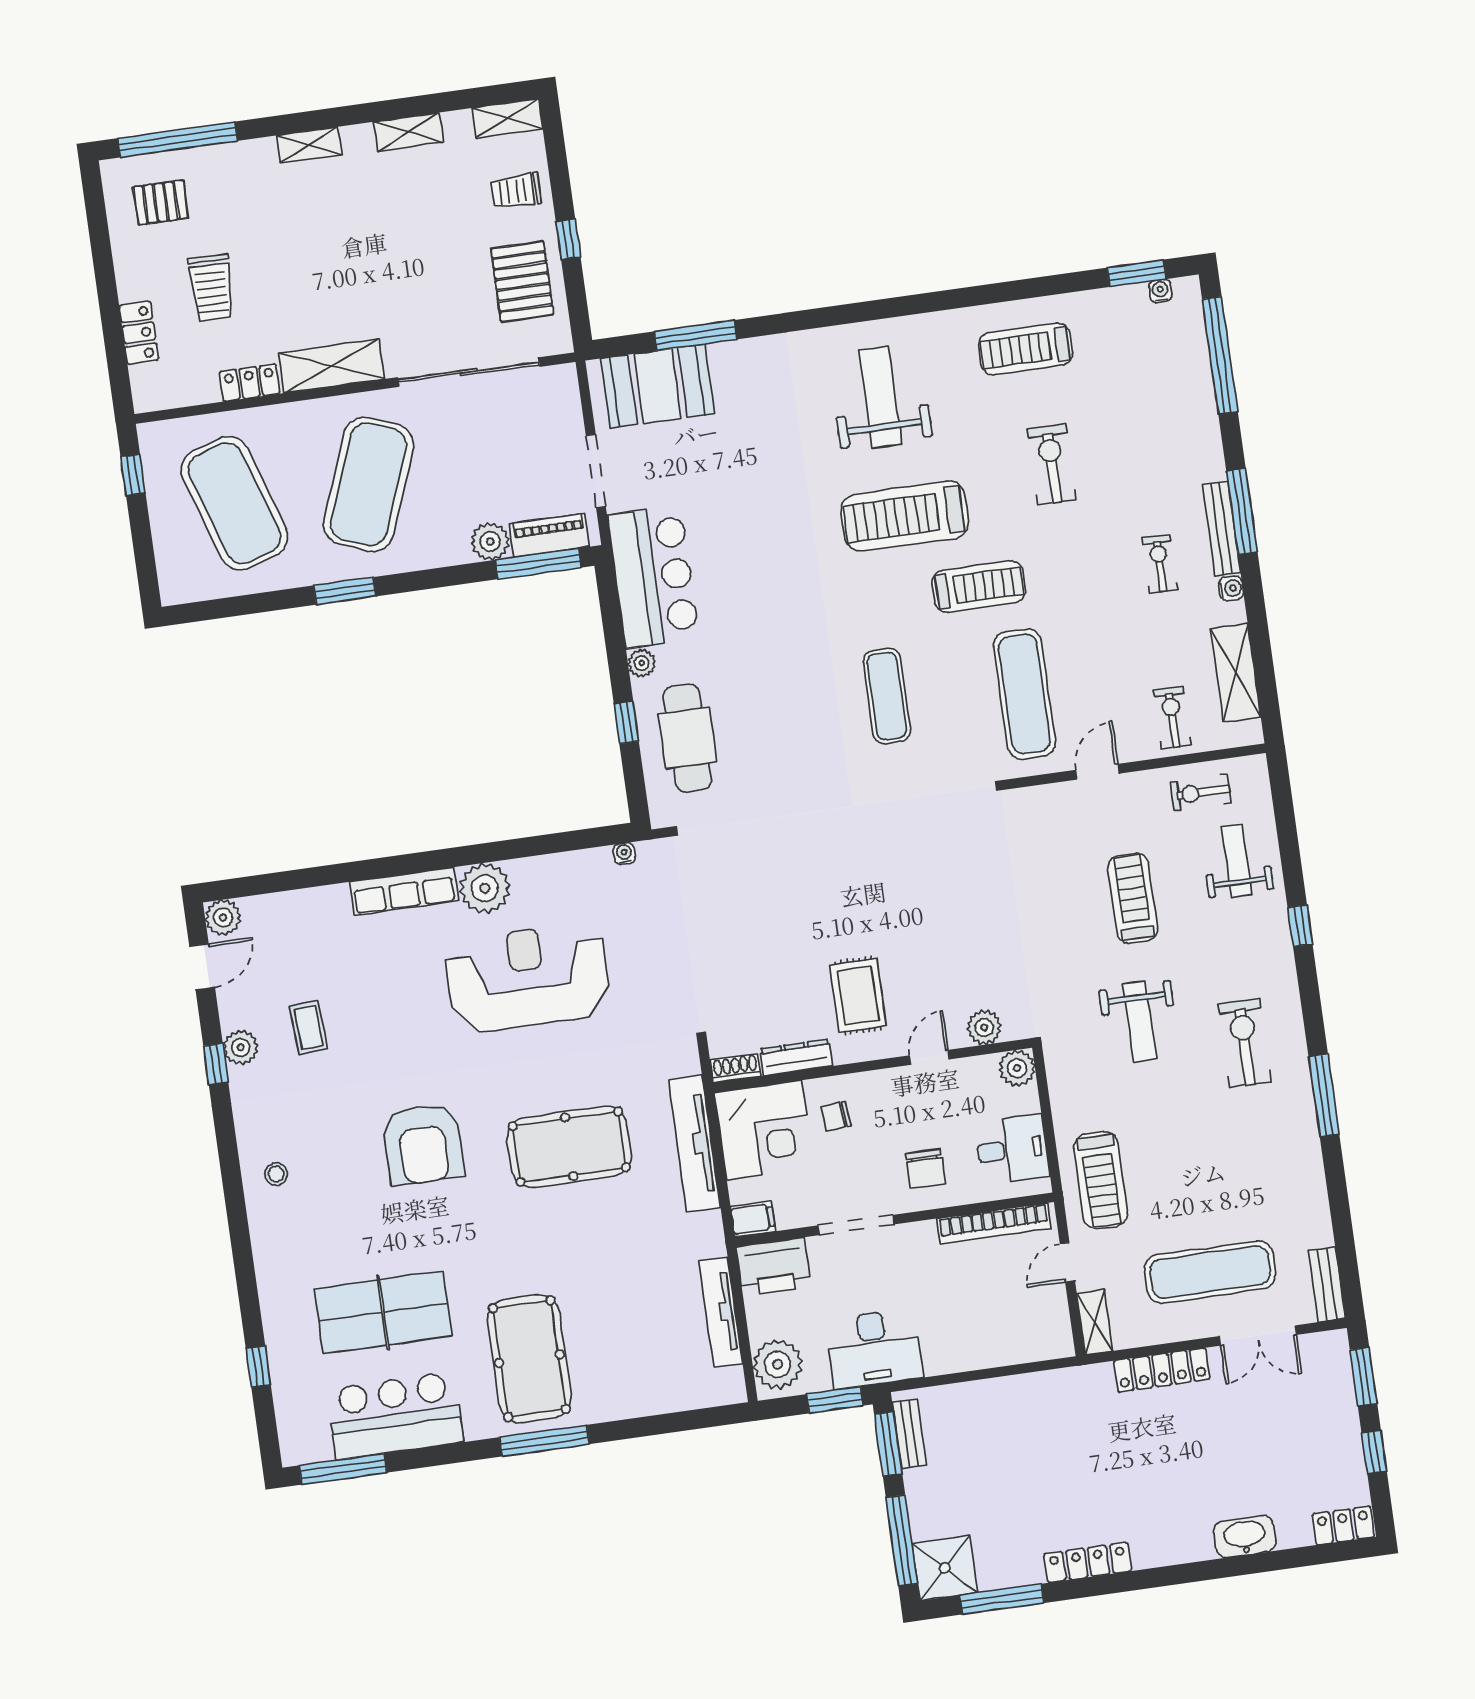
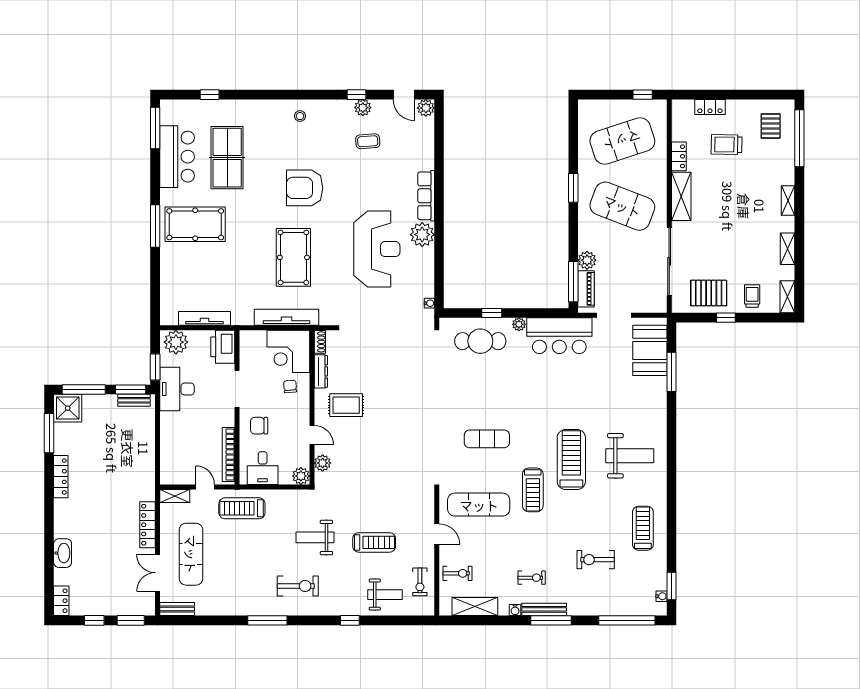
exercise bike: (1052, 464) -> (596, 560), moved, turned 180
exercise bike: (1201, 793) -> (420, 582), turned 180
filing cabinet: (753, 1219) -> (247, 340), removed

